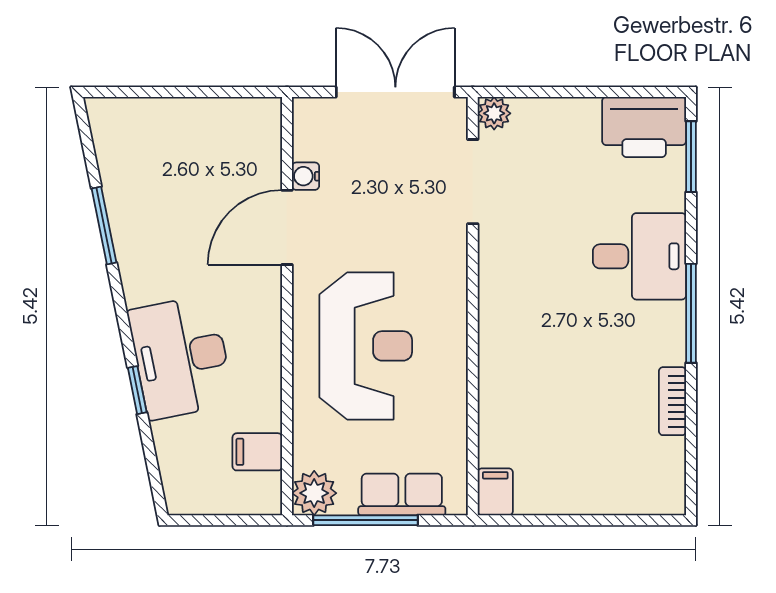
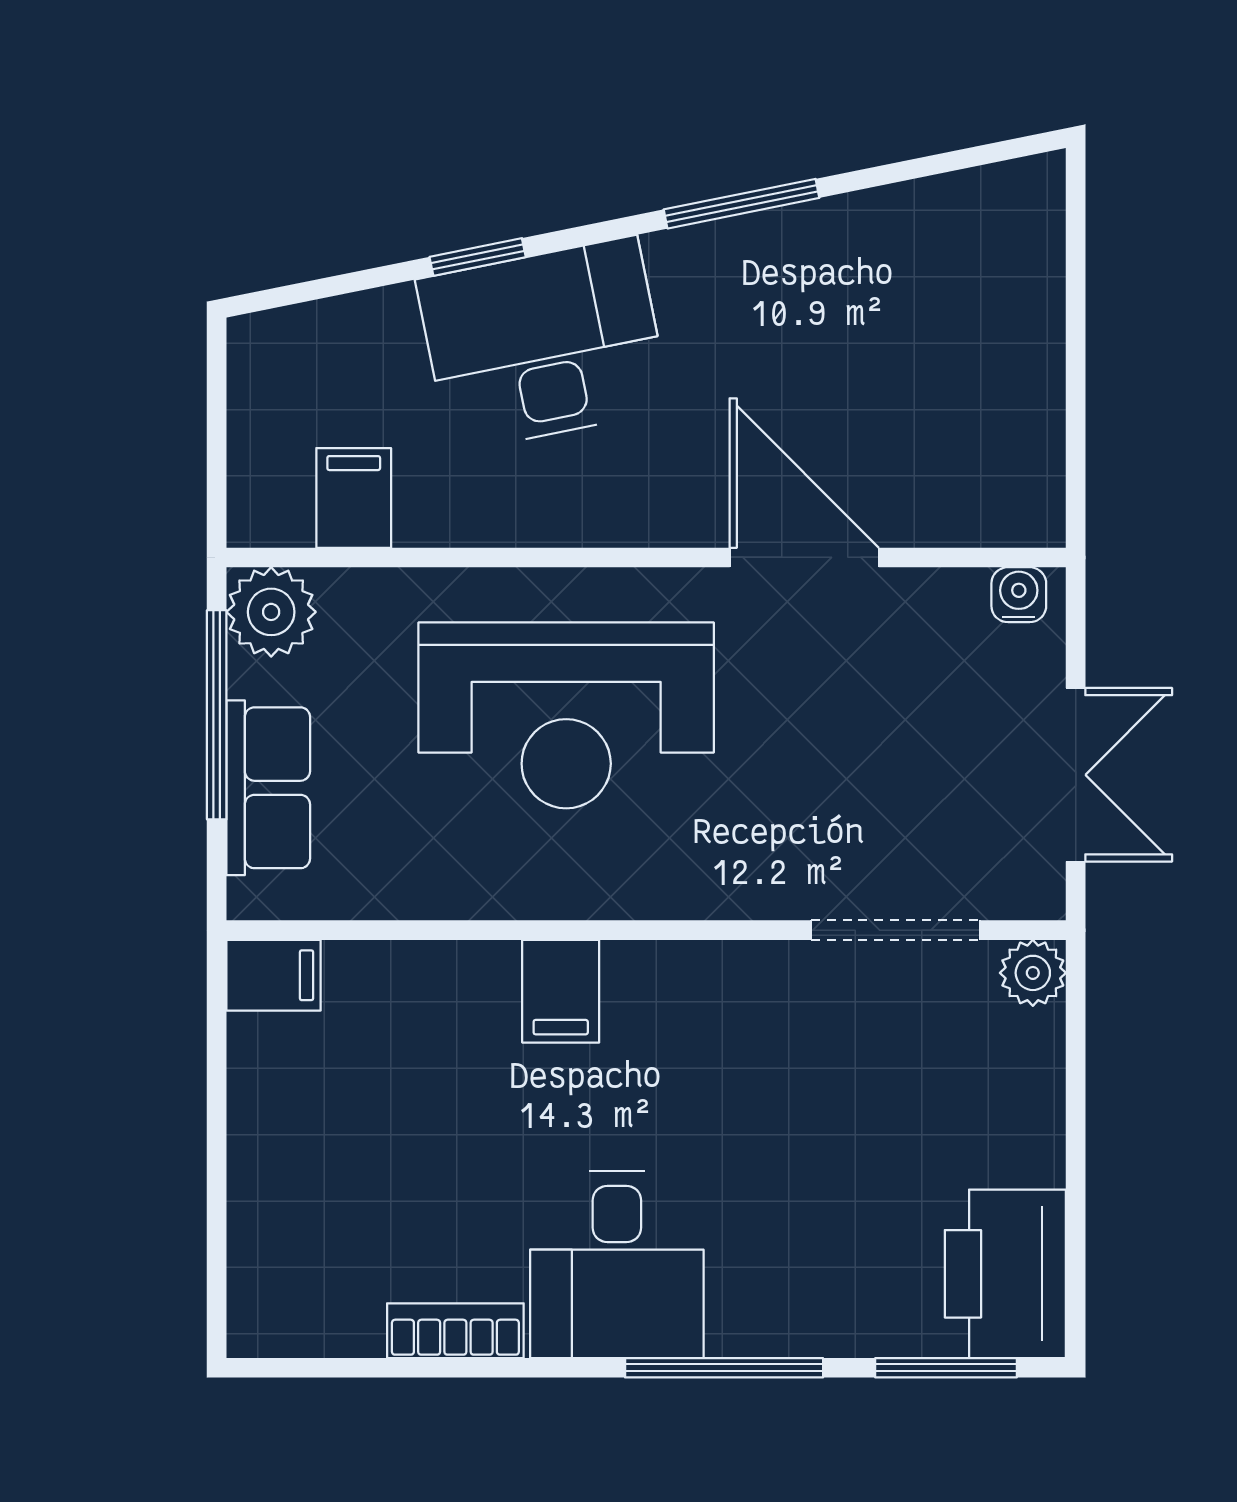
double door: (395, 92) -> (1076, 775), width x0.73
water cooler: (306, 176) -> (1019, 595), moved
window: (104, 226) -> (741, 204), moved
desk: (639, 256) -> (617, 1265), moved
window: (691, 313) -> (724, 1368), moved
filing cabinet: (503, 349) -> (561, 991), added

